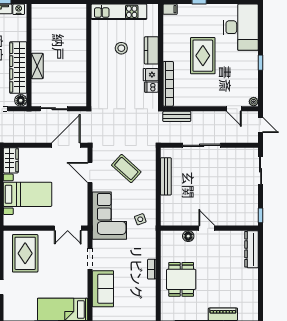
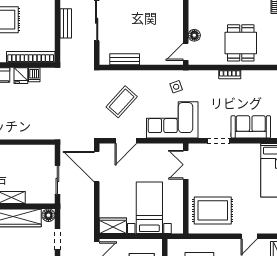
bench: (177, 116) -> (66, 23), moved
bench: (166, 176) -> (125, 59), width x0.73
double door: (68, 228) -> (186, 165), swing flipped
door: (207, 228) -> (186, 52), moved
dining table: (181, 279) -> (241, 43), turned 90

